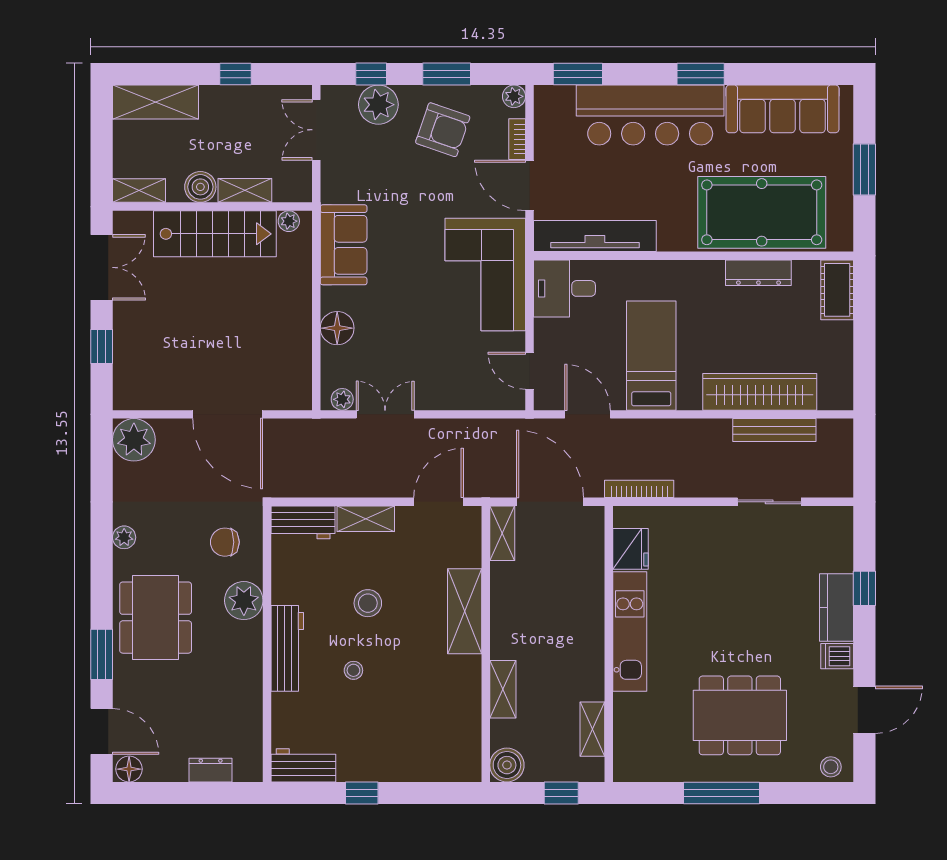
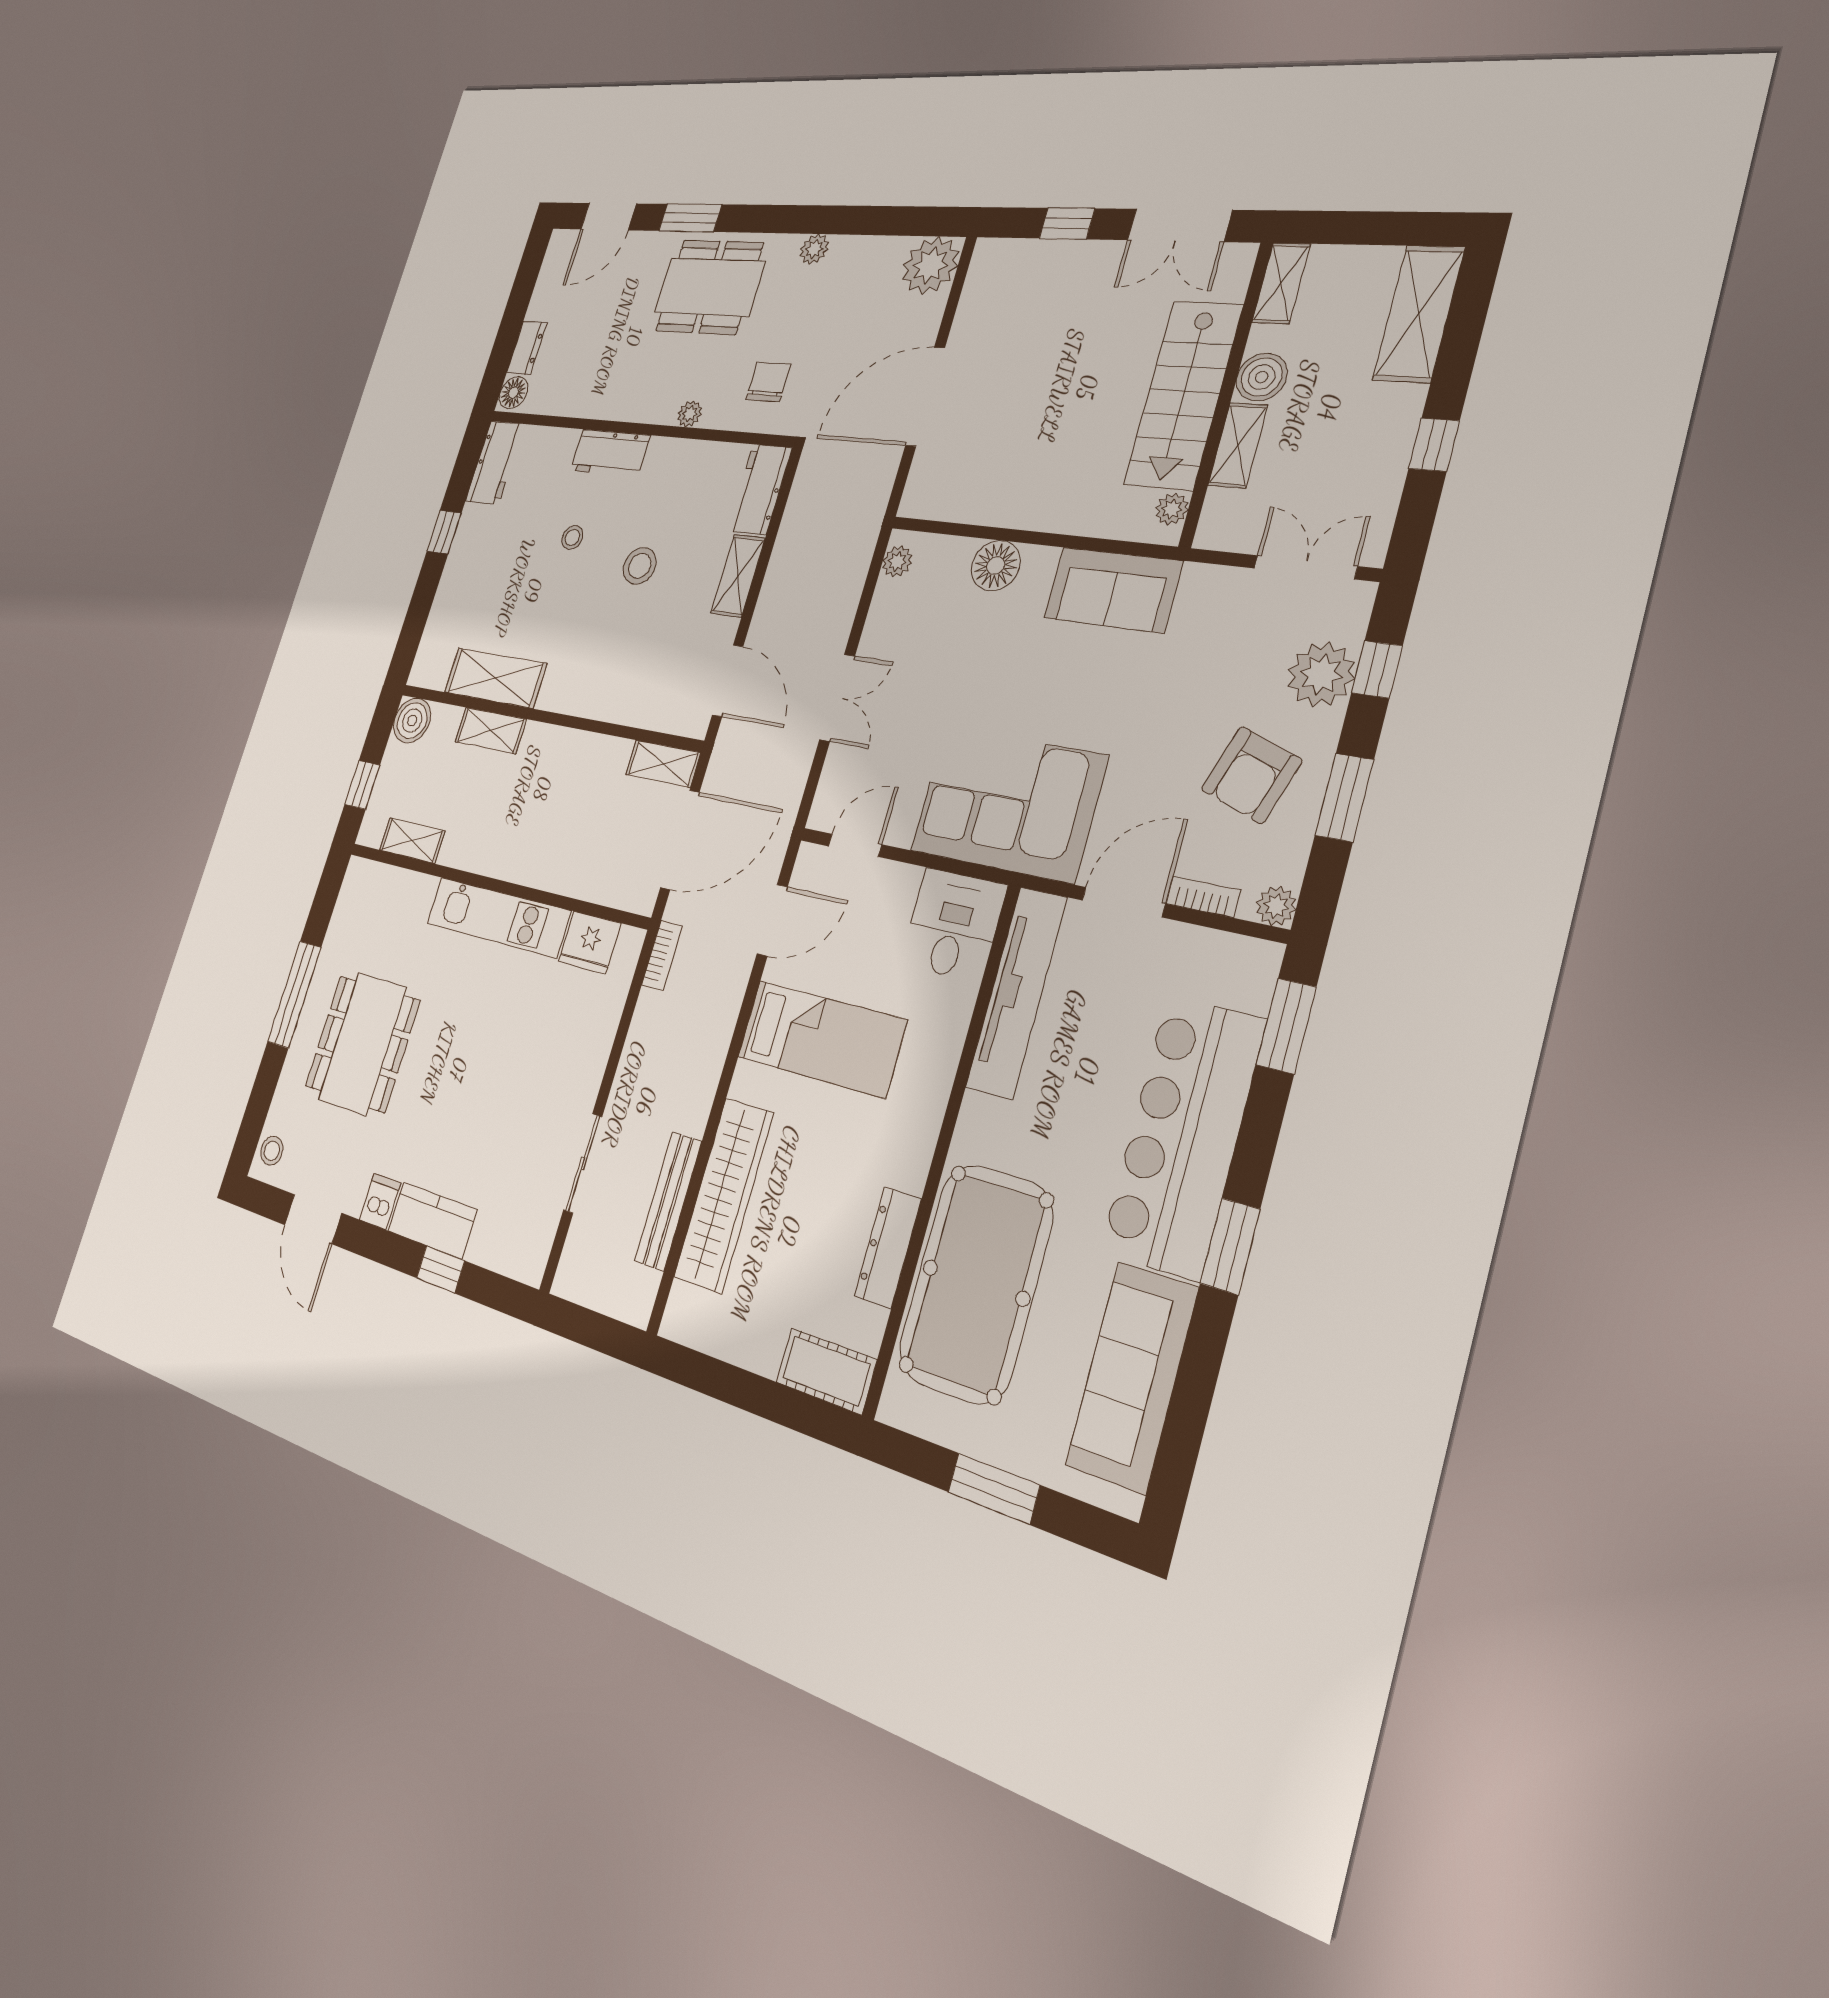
double door: (385, 414) -> (837, 698), moved
bookcase: (639, 489) -> (662, 956), width x0.64
plant: (244, 601) -> (690, 414), width x0.53, depth x0.53
shelving: (465, 611) -> (495, 678), moved
workbench: (287, 648) -> (610, 453), width x0.73
floor lamp: (129, 769) -> (513, 393), moved

